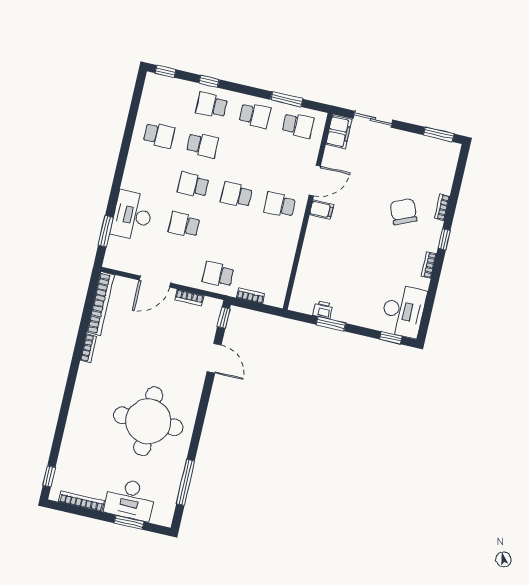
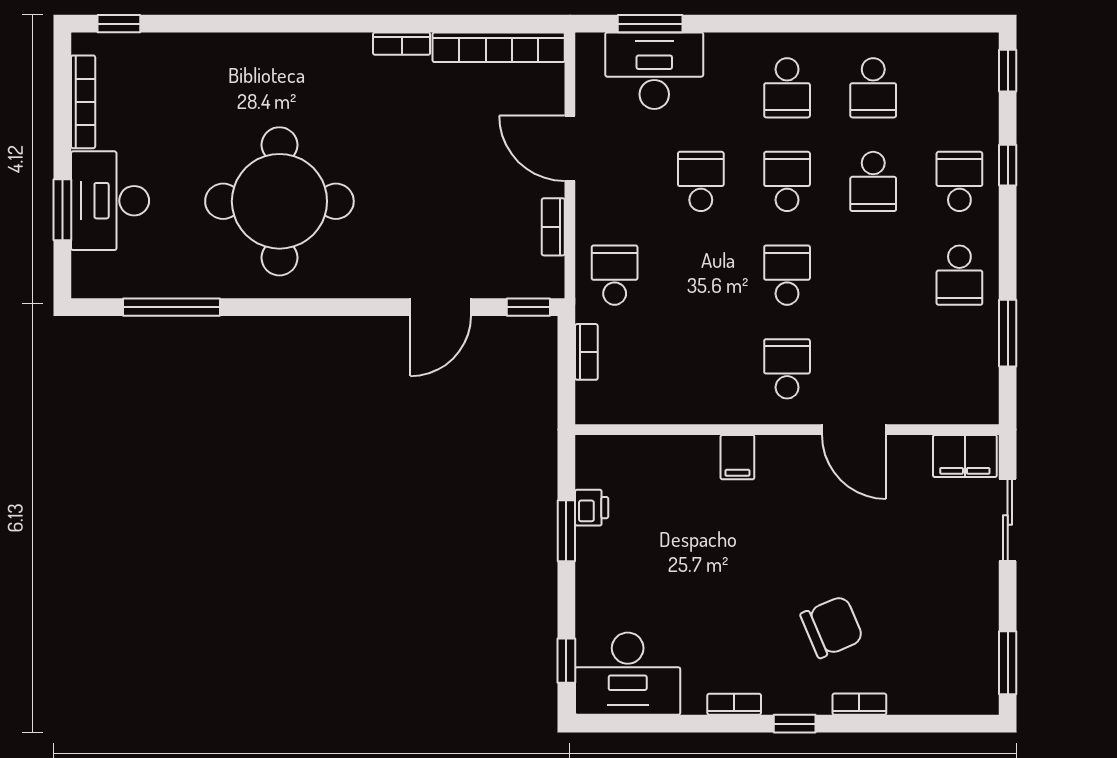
school desk: (298, 125) -> (787, 88), moved
filing cabinet: (321, 210) -> (737, 457), moved
desk: (132, 215) -> (654, 71), moved

